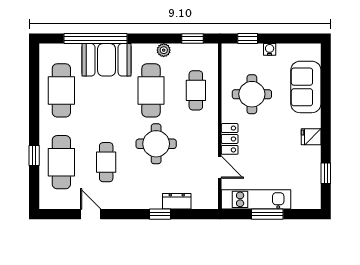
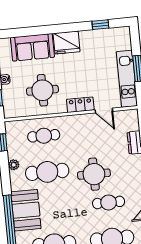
fridge: (311, 137) -> (67, 42), width x1.88, depth x1.34
round table: (156, 144) -> (94, 174), moved
door: (220, 167) -> (104, 111), swing flipped

